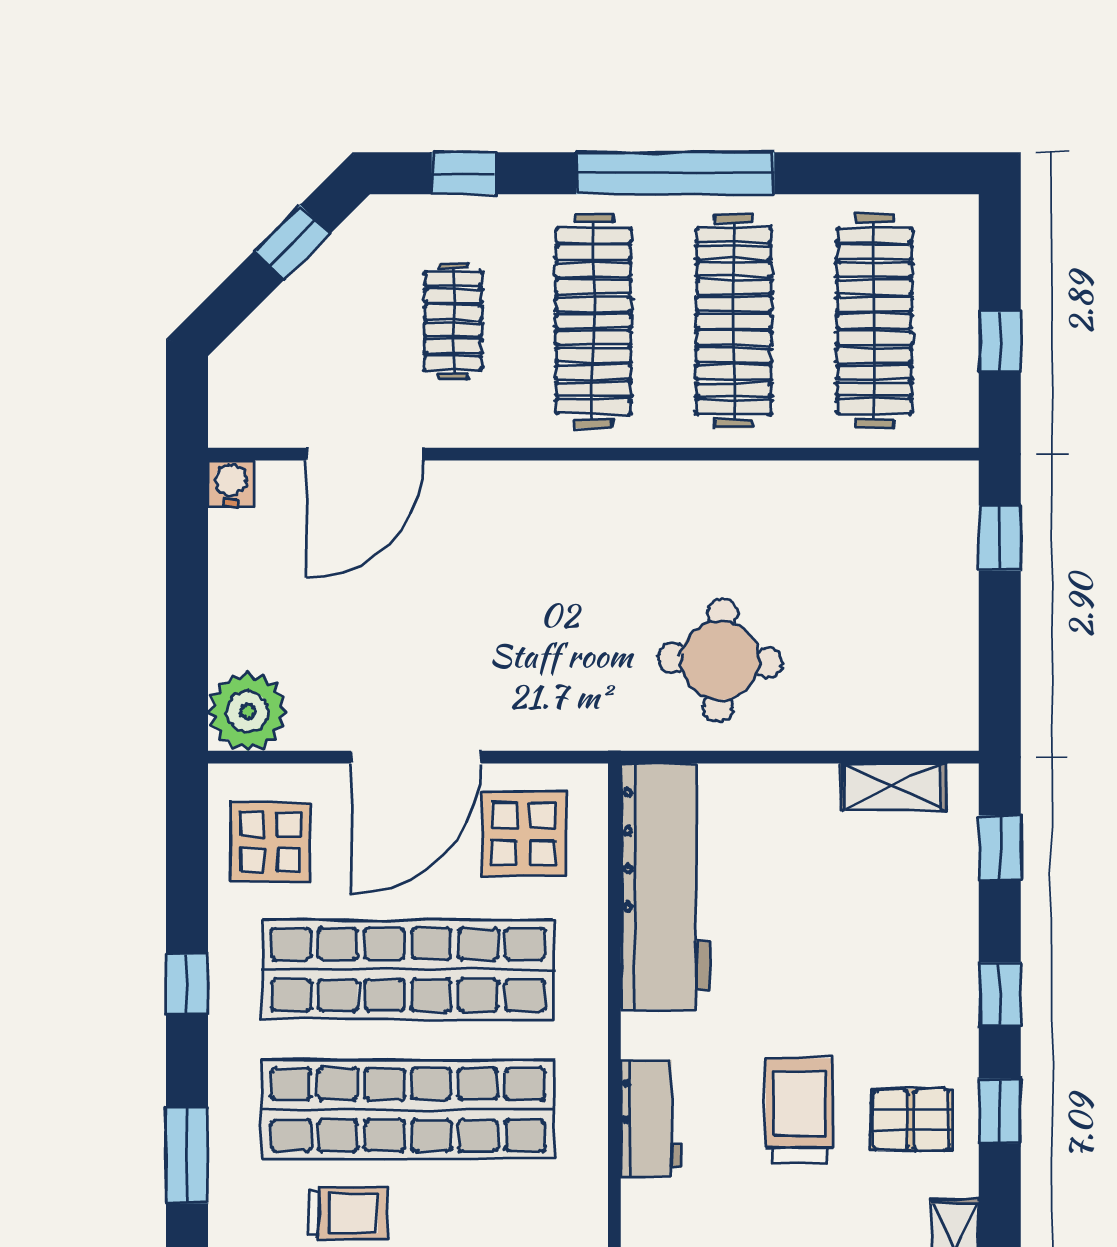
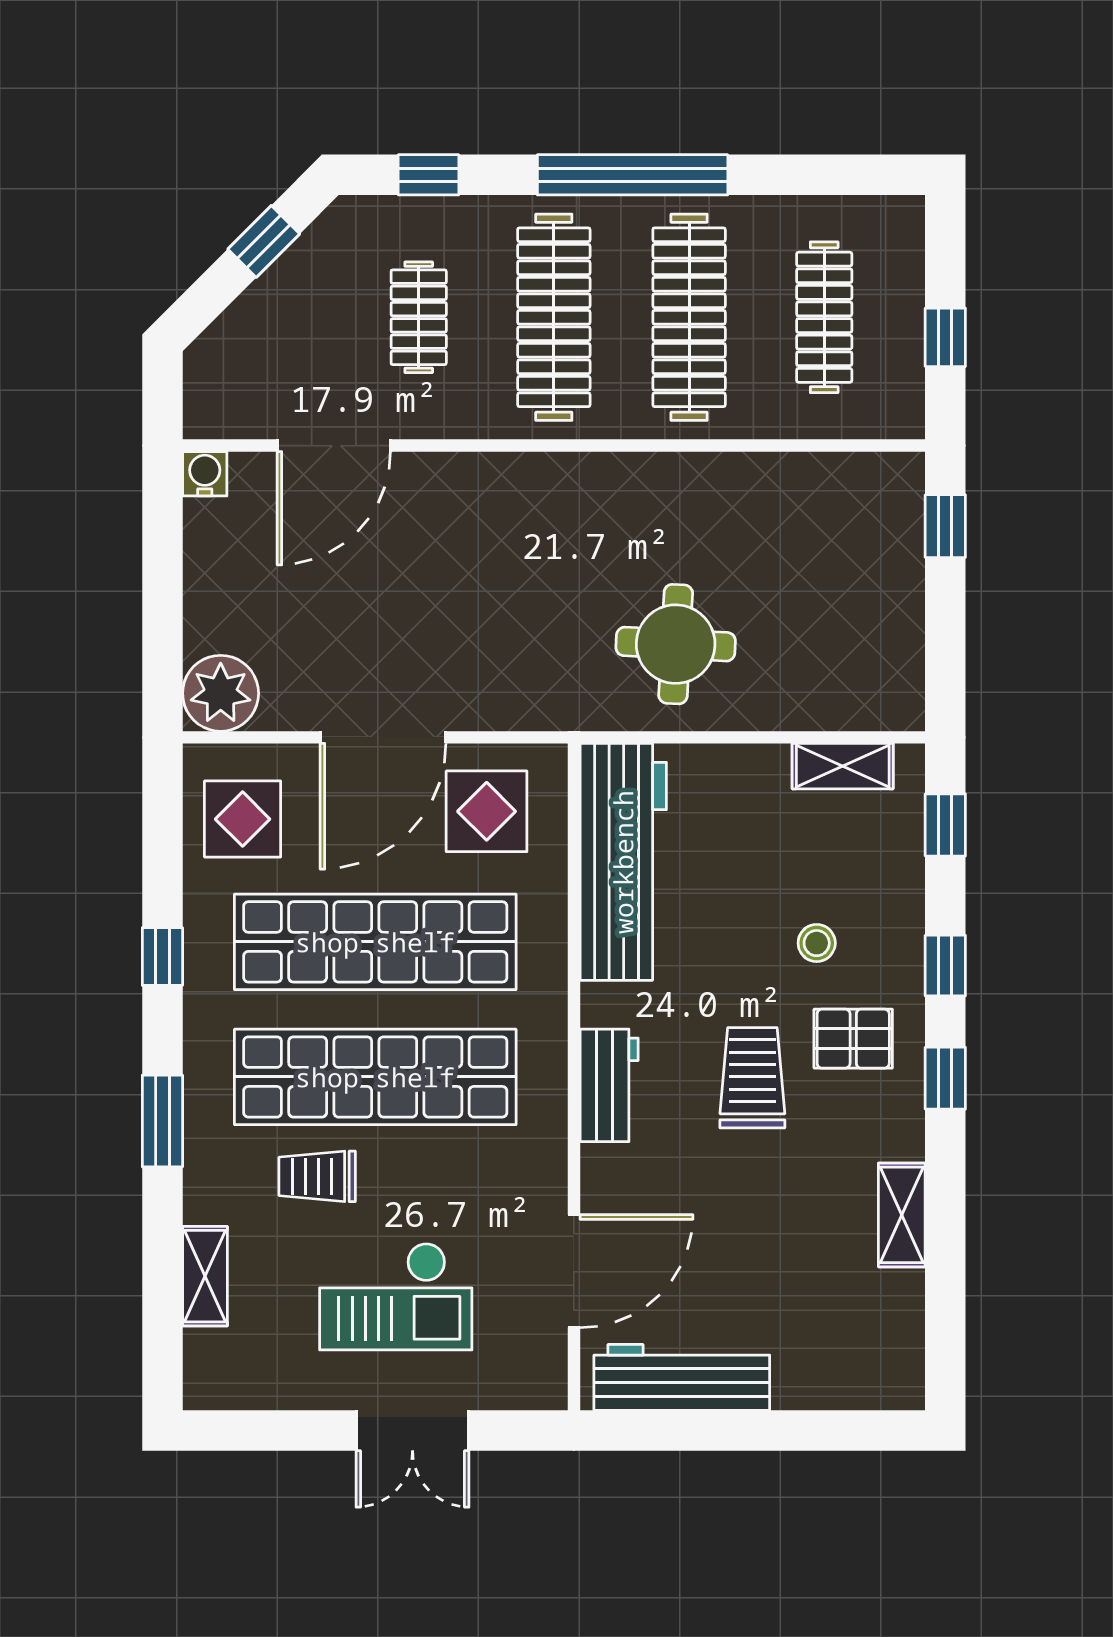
clothes rail: (874, 321) -> (824, 317), width x0.73, depth x0.76
stool: (866, 971) -> (817, 943), added
pallet: (911, 1120) -> (853, 1039), moved
trolley: (348, 1213) -> (317, 1176), turned 180

